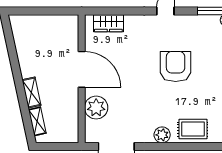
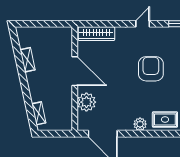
wardrobe: (108, 23) -> (96, 34), width x1.50
shelving: (31, 93) -> (28, 60), moved

